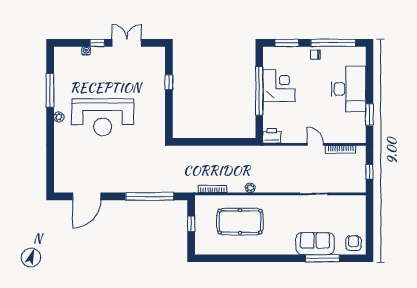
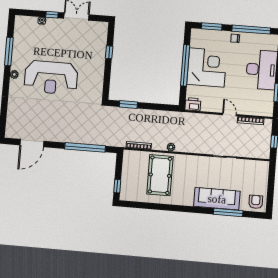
corner desk: (279, 86) -> (207, 67), width x1.36, depth x1.36
window: (197, 142) -> (128, 104), added
pool table: (240, 222) -> (160, 175), turned 90
window: (191, 224) -> (117, 186), moved
sofa: (315, 243) -> (217, 199), width x1.36

